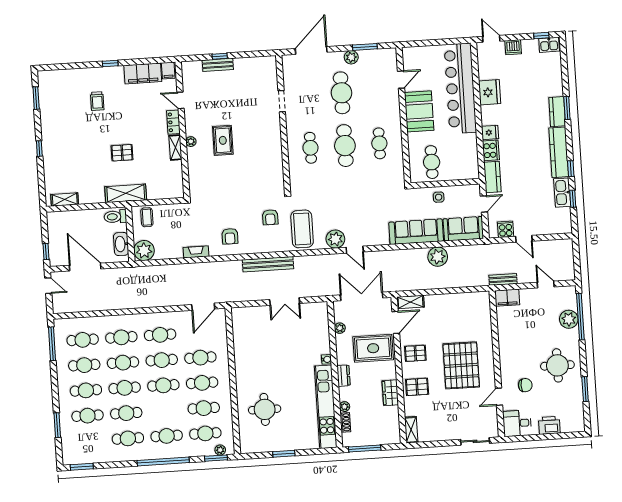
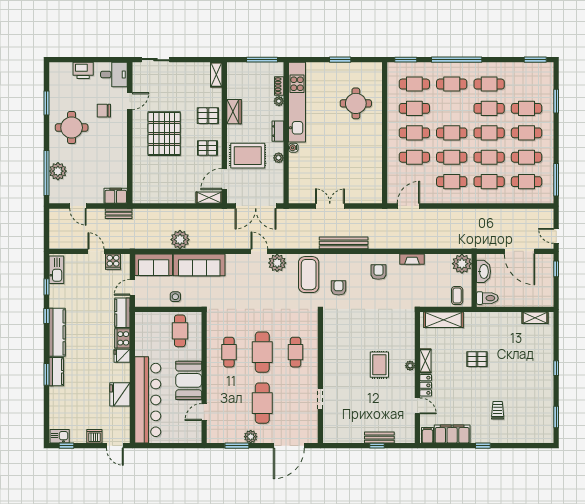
shelving: (126, 193) -> (443, 320), moved
kitchen sink: (562, 193) -> (56, 270), moved
plant: (340, 328) -> (279, 158), moved
plant: (220, 450) -> (401, 67), removed

